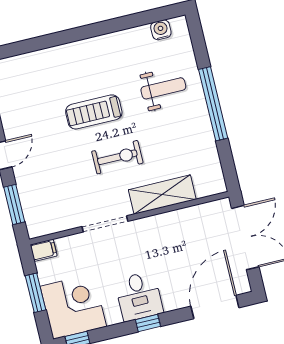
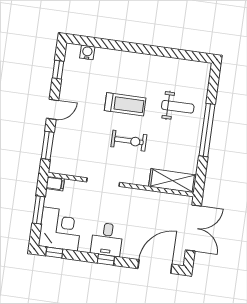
water cooler: (161, 30) -> (87, 52), moved
treadmill: (94, 112) -> (125, 104), turned 180
shelving: (162, 195) -> (172, 181), moved

